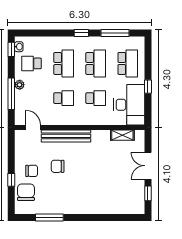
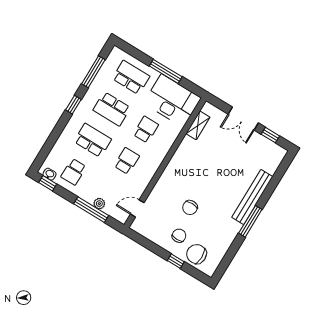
school desk: (96, 63) -> (112, 109), turned 180
plant: (20, 85) -> (99, 204), moved
window: (148, 87) -> (166, 71), width x2.17
bench: (66, 136) -> (252, 197), moved
window: (49, 217) -> (250, 221), moved

